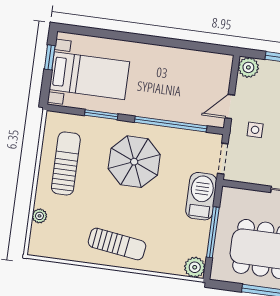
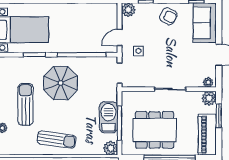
sun lounger: (66, 163) -> (26, 104), moved
barbecue: (201, 196) -> (109, 117), moved

